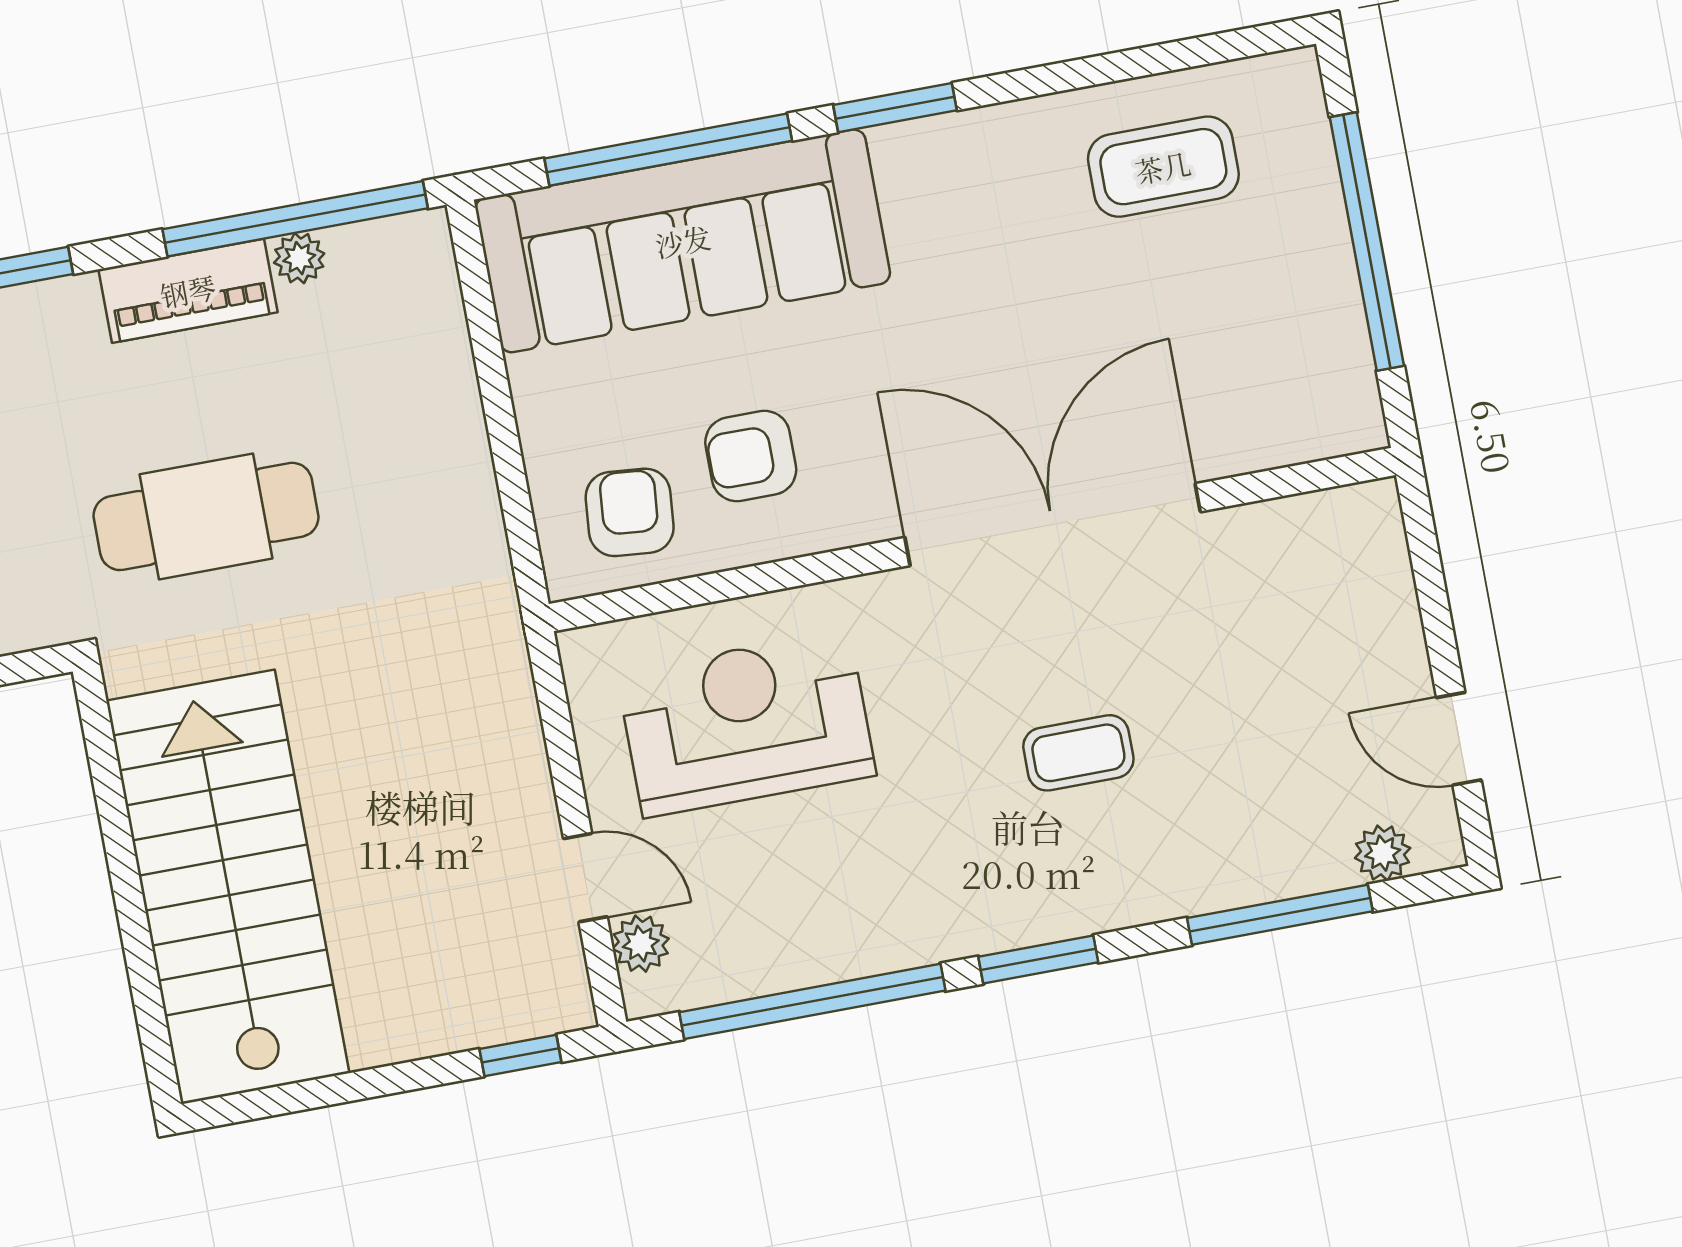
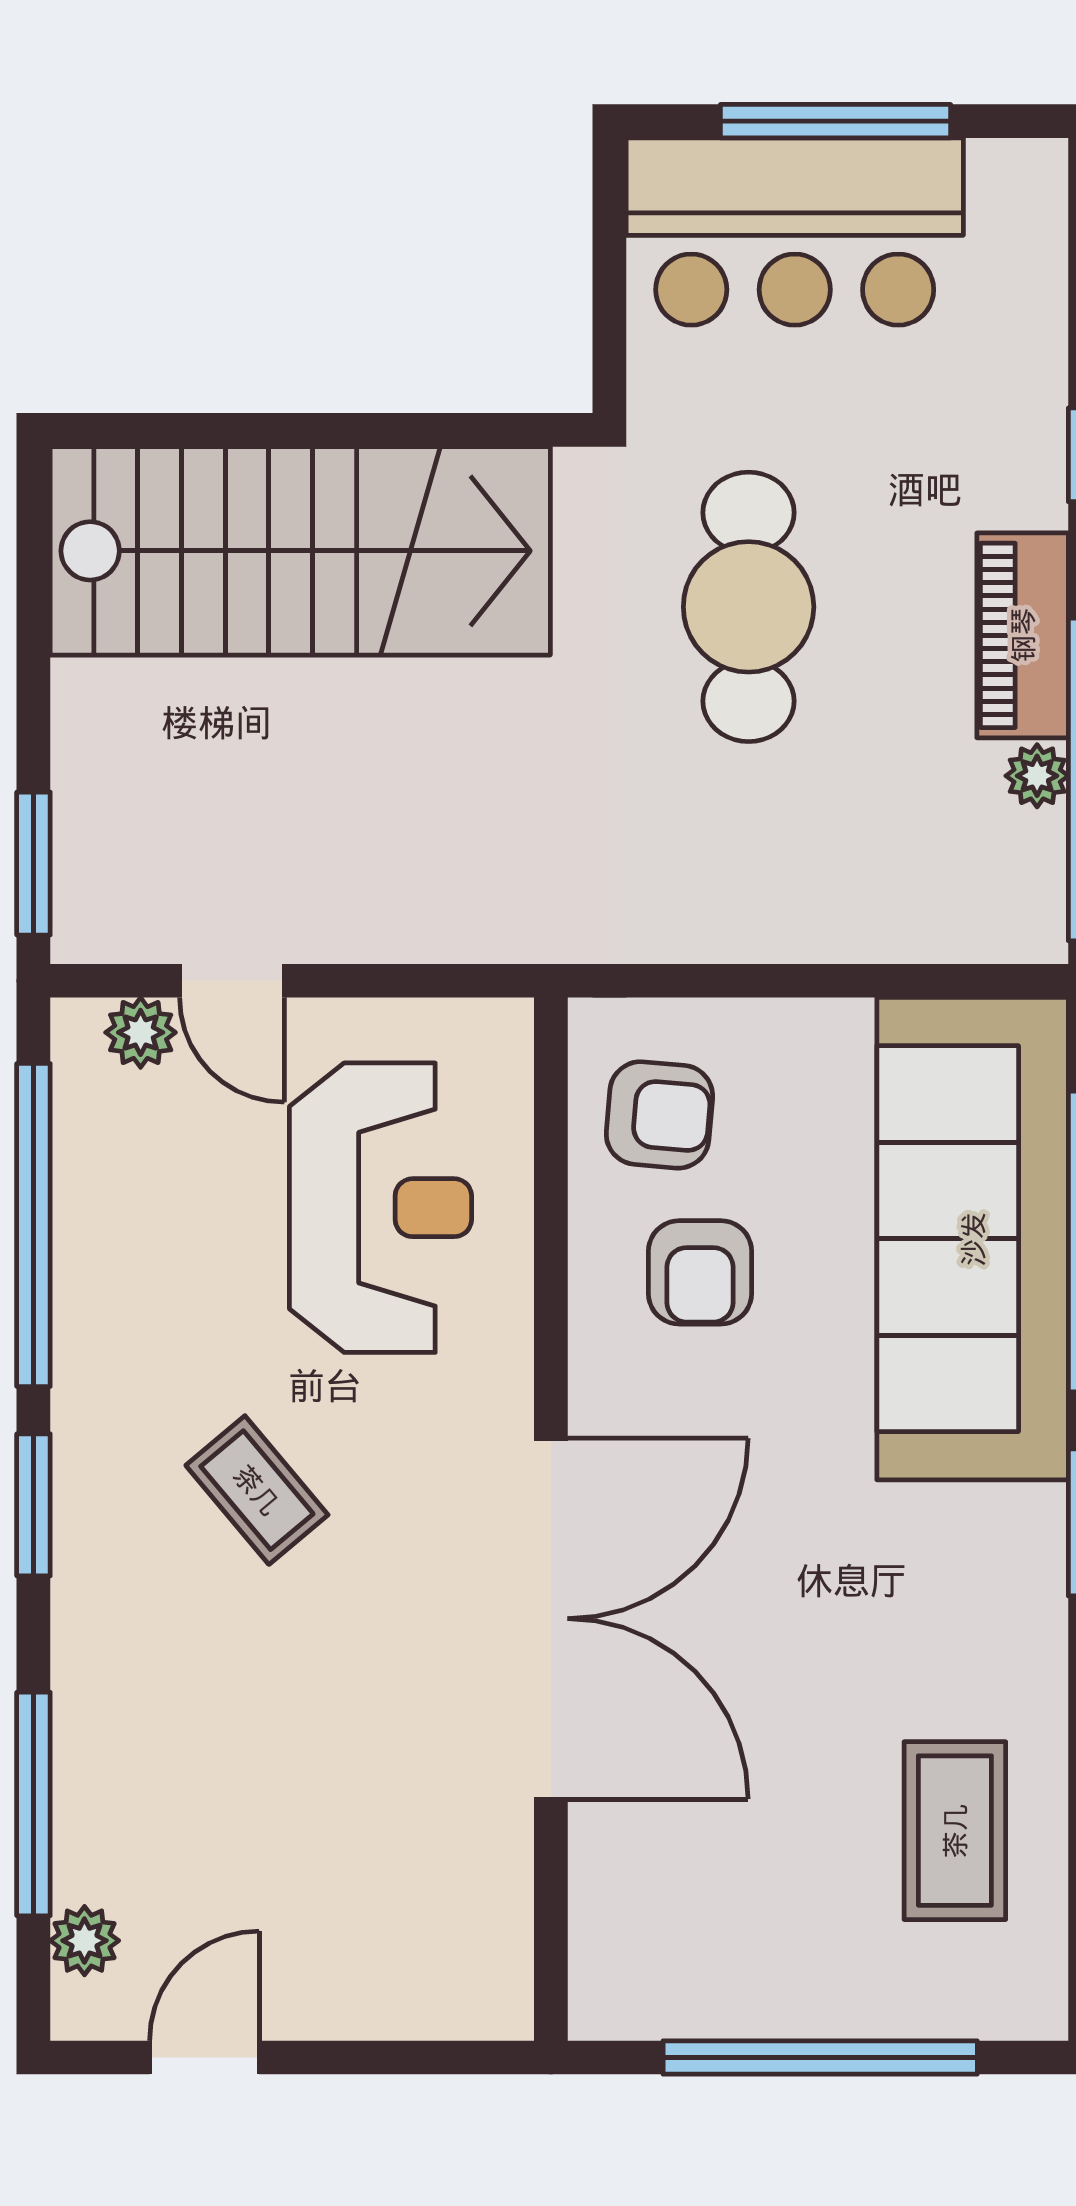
armchair: (751, 456) -> (700, 1272), turned 180
coffee table: (1078, 753) -> (257, 1490), moved, turned -40
door: (585, 878) -> (232, 981), hinge flipped
window: (520, 1055) -> (33, 864), width x1.50

